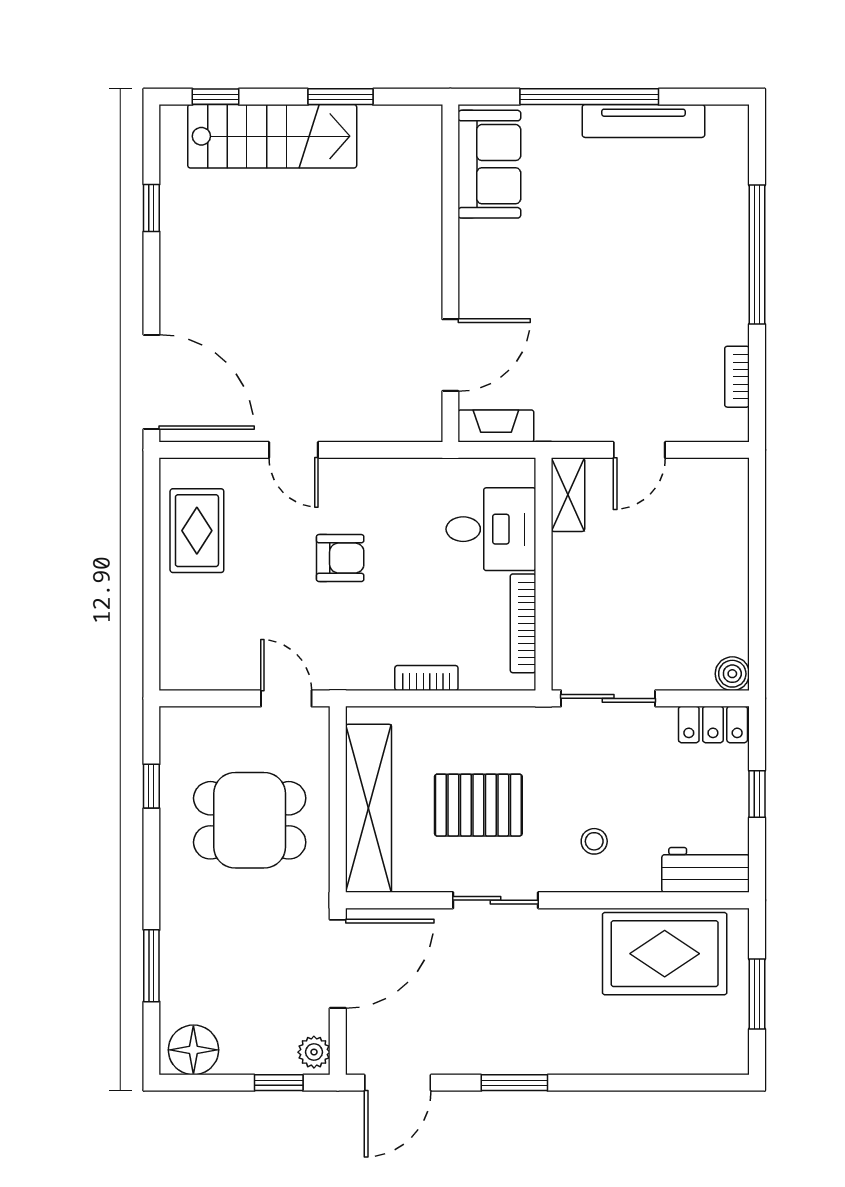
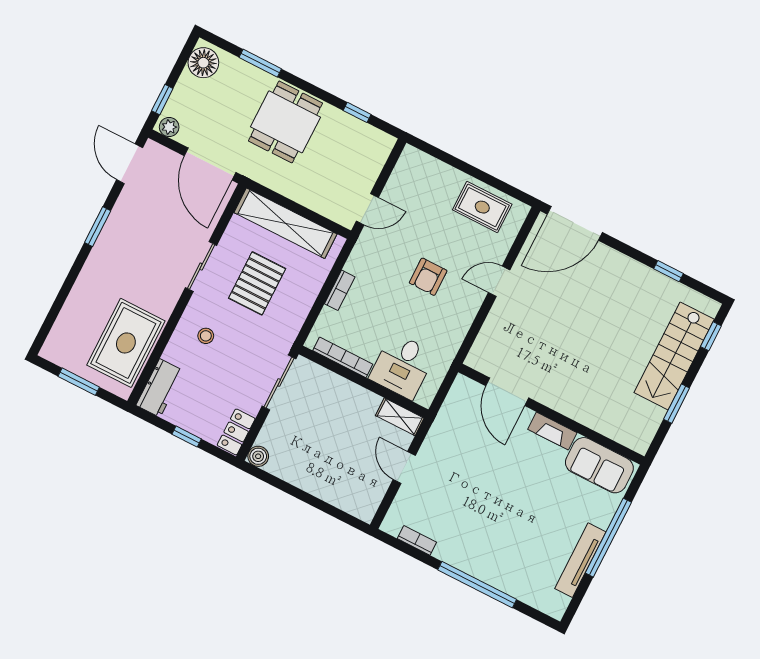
fireplace: (496, 426) -> (552, 431), moved, turned 90
dining table: (250, 820) -> (285, 122), moved

